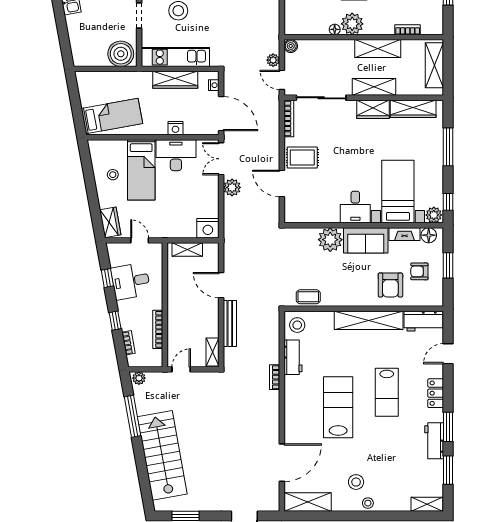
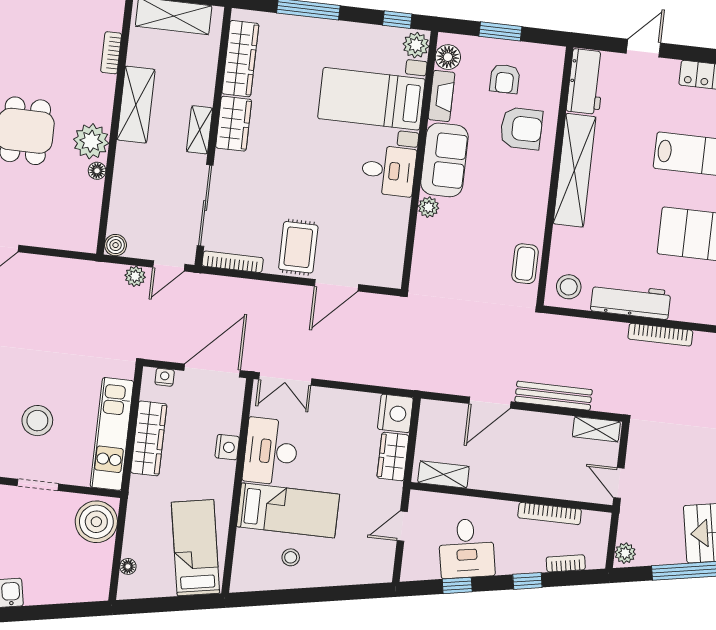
floor lamp: (96, 76) -> (128, 566), added
shelving: (374, 87) -> (200, 130), width x0.67, depth x0.75
plant: (232, 187) -> (334, 367), removed
wardrobe: (110, 222) -> (393, 457), moved, turned -80
plant: (330, 240) -> (429, 207), width x0.53, depth x0.53
shelving: (187, 250) -> (443, 475), moved, turned 90
door: (448, 354) -> (643, 48), swing flipped
workbench: (293, 357) -> (631, 301), width x1.38
bookcase: (275, 377) -> (660, 335), width x1.56

